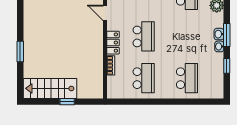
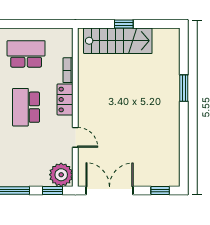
school desk: (144, 78) -> (26, 54), turned 90
stairs: (50, 88) -> (118, 41), moved

